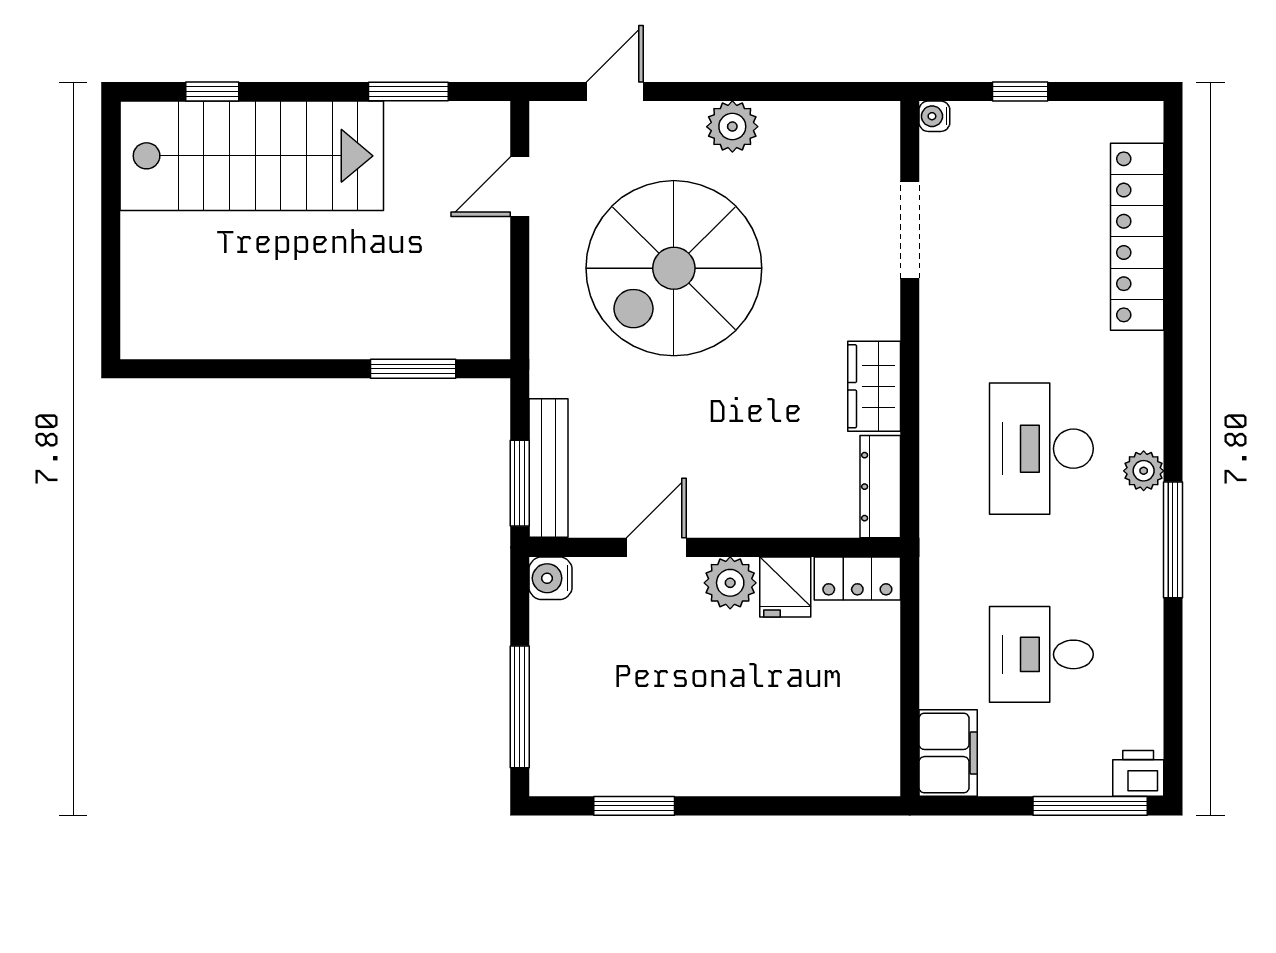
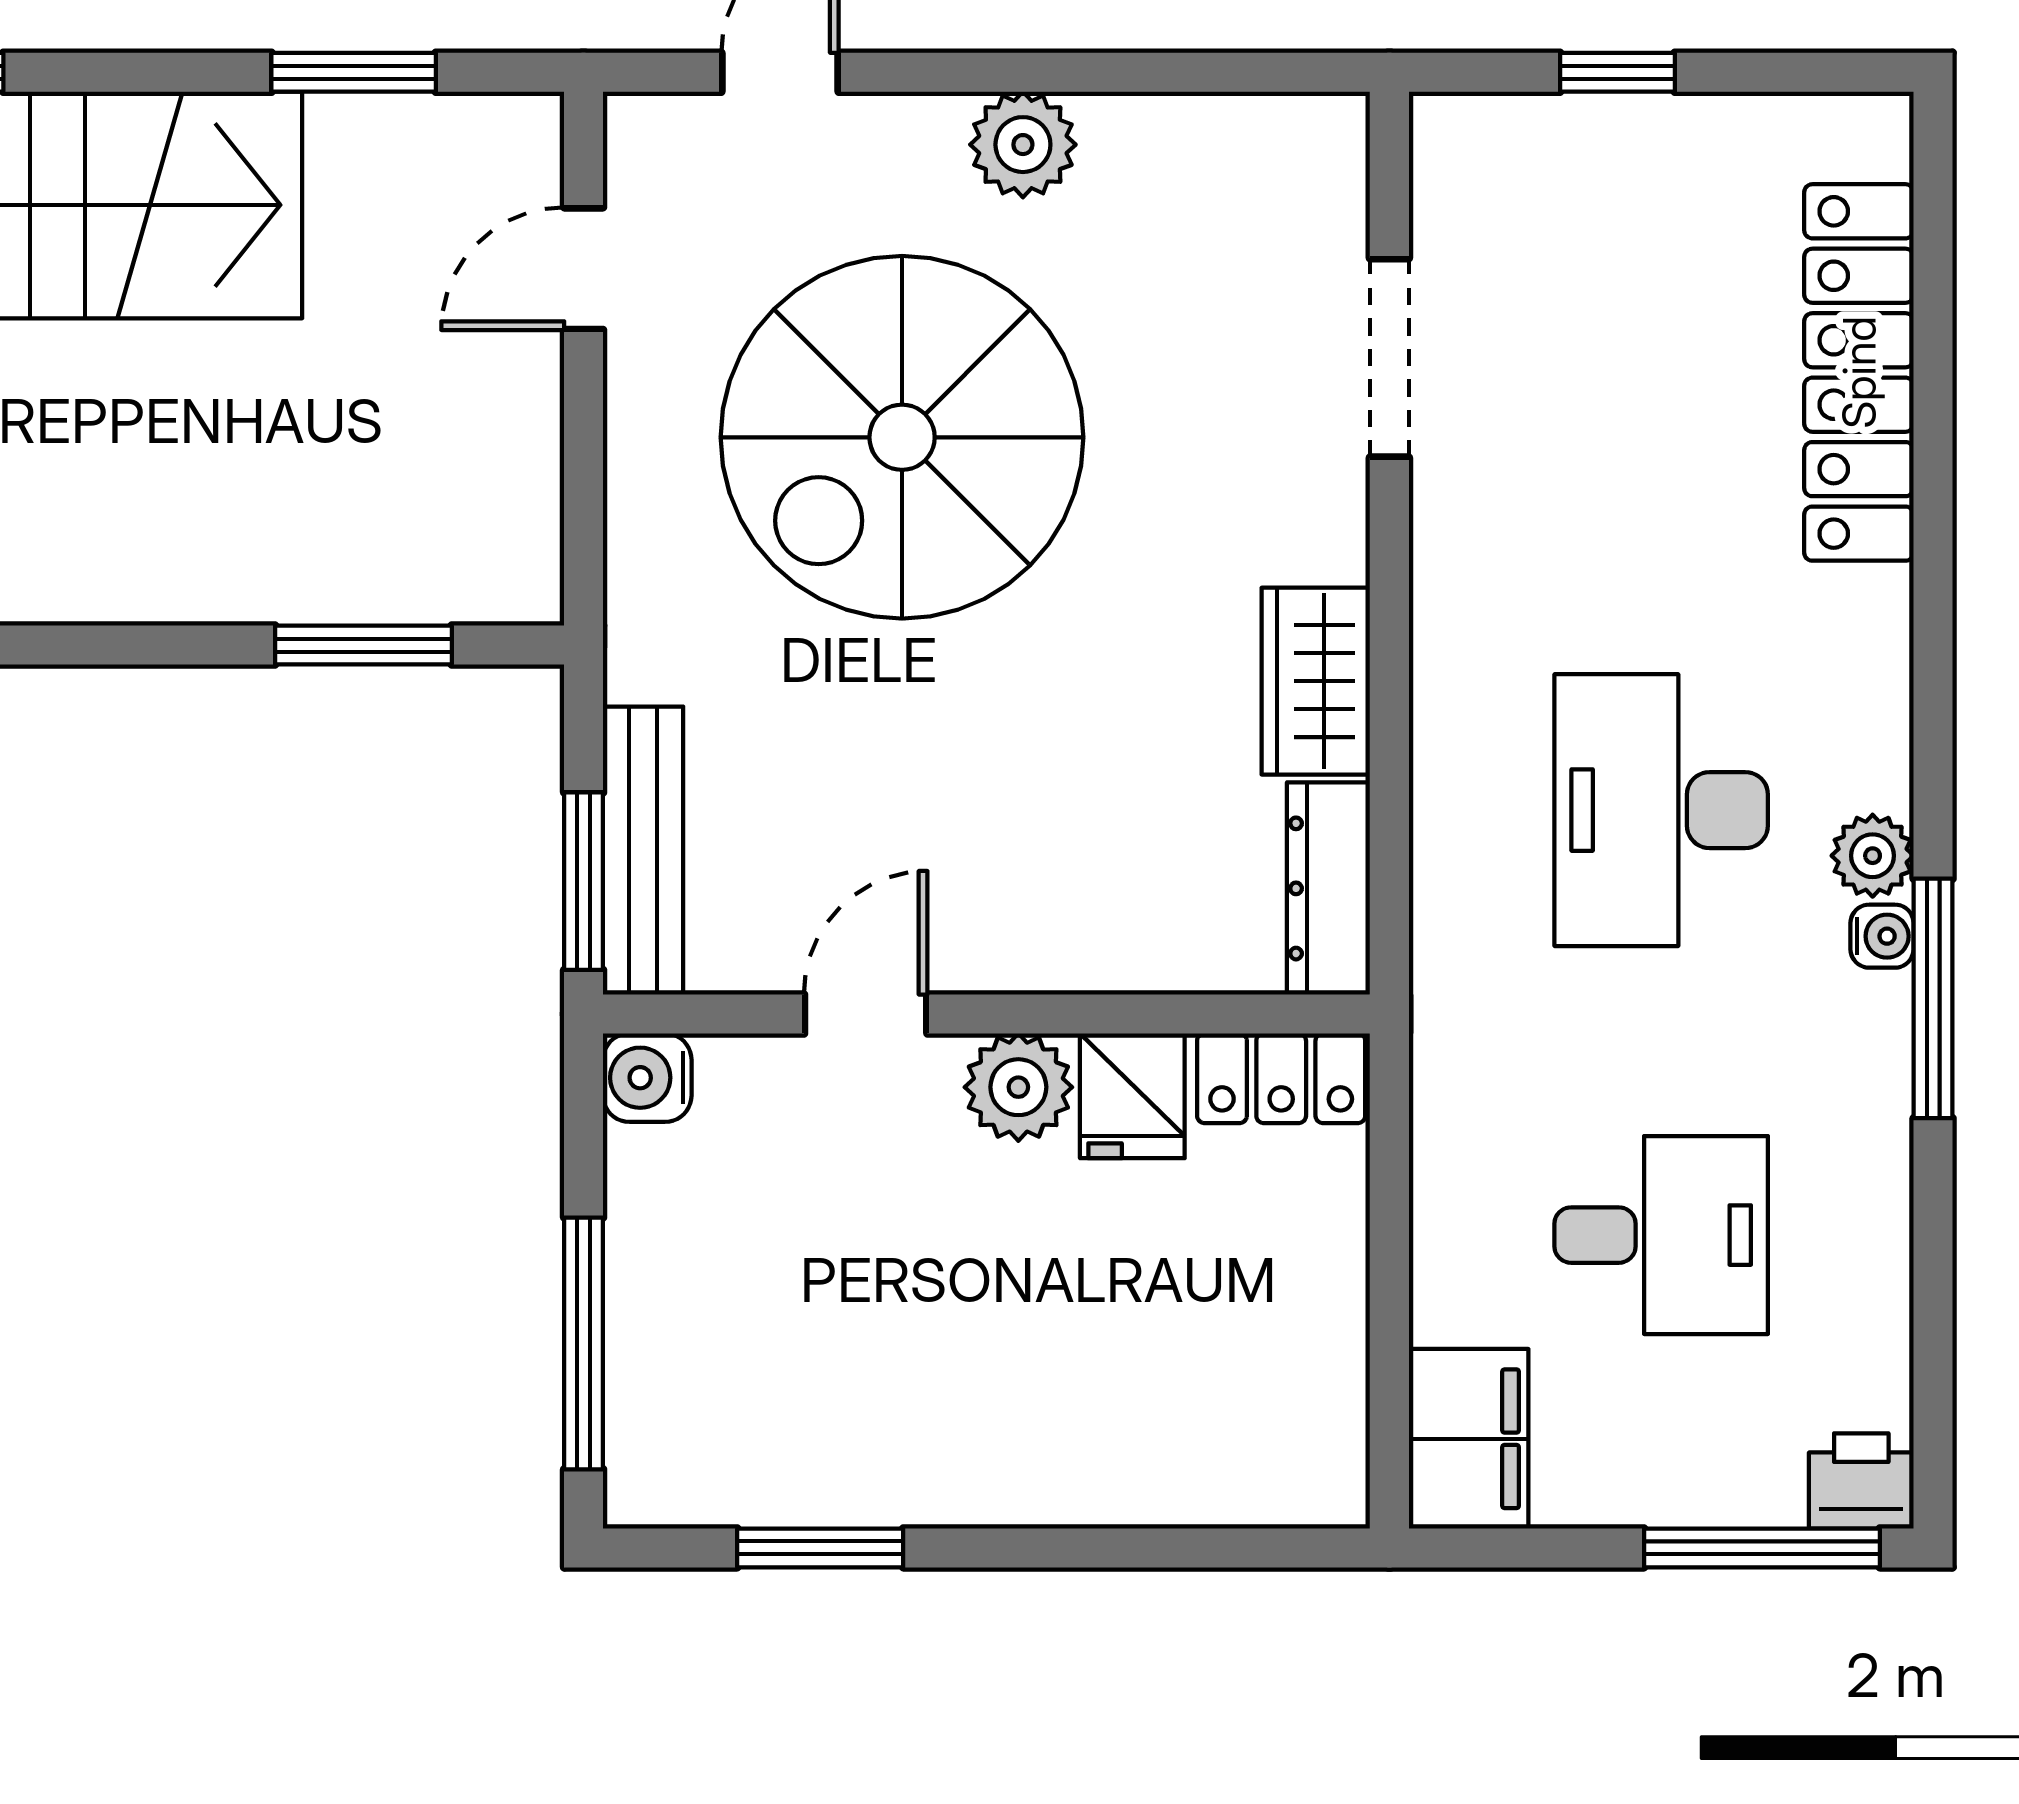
water cooler: (934, 116) -> (1882, 936), moved, turned 180
desk: (1041, 654) -> (1661, 1235), turned 180

